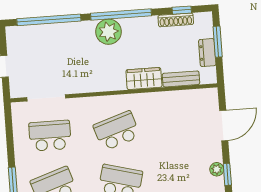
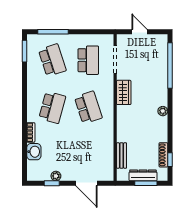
window: (121, 15) -> (170, 117), removed
plant: (109, 32) -> (163, 111), width x0.53, depth x0.53
dresser: (207, 53) -> (143, 175), width x1.44
wardrobe: (144, 79) -> (124, 92), moved

